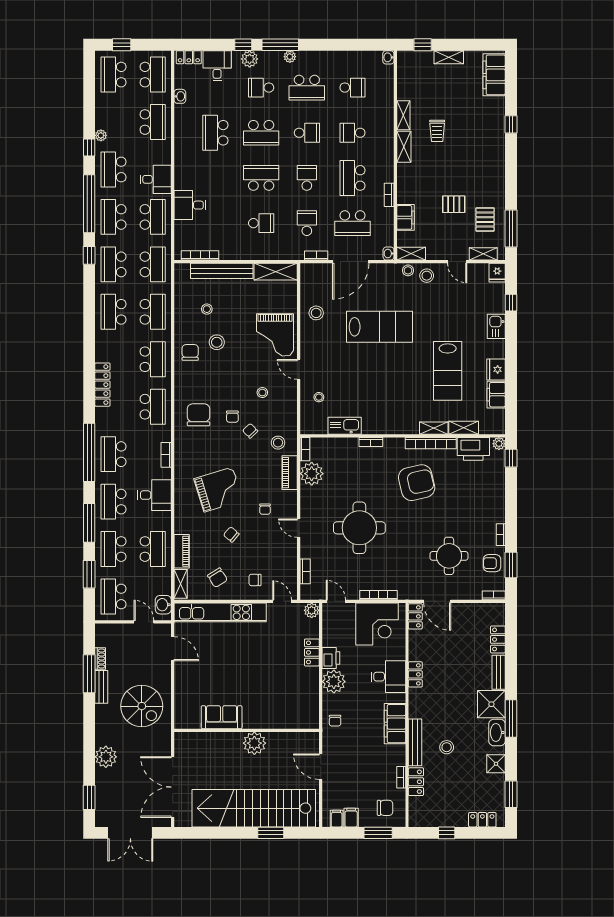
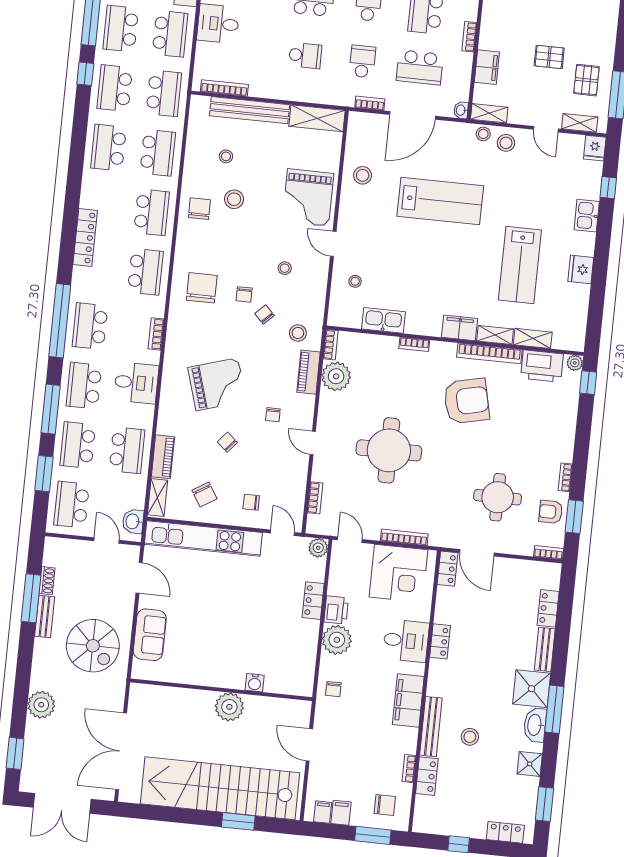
filing cabinet: (496, 395) -> (460, 328), moved, turned 90
sofa: (222, 717) -> (150, 635), moved, turned 90
water cooler: (272, 722) -> (255, 683), added

